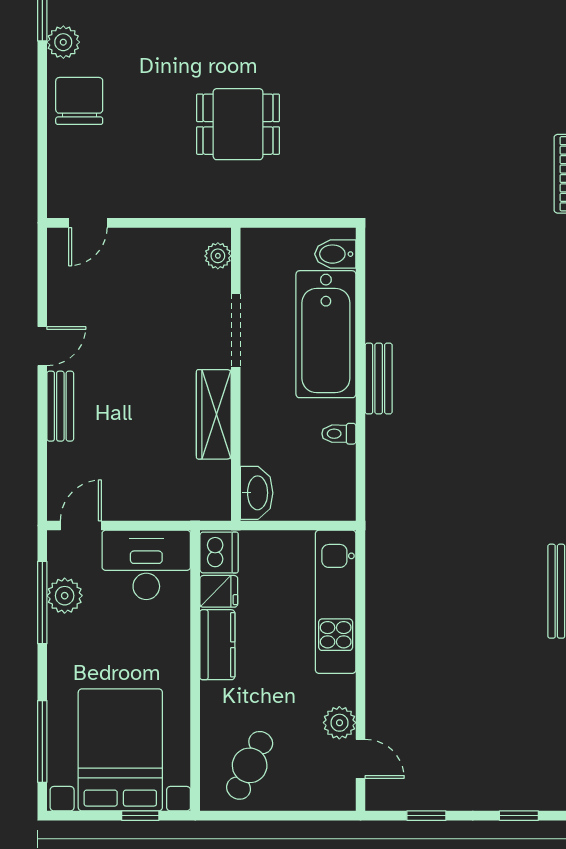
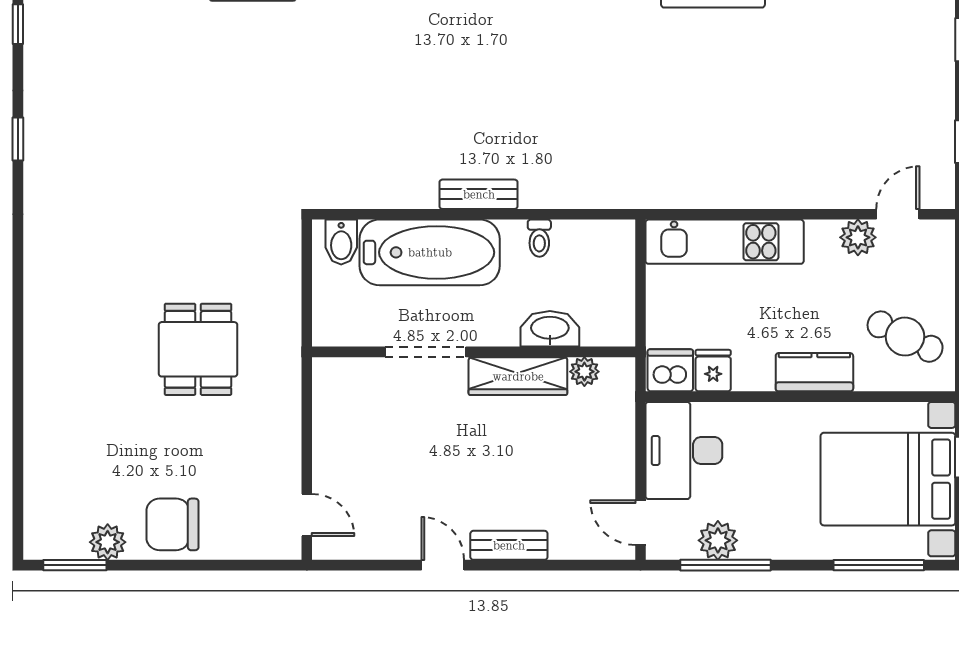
plant: (218, 256) -> (584, 372), moved
washbasin: (257, 493) -> (550, 329), moved
kitchen counter: (217, 645) -> (814, 372), moved

